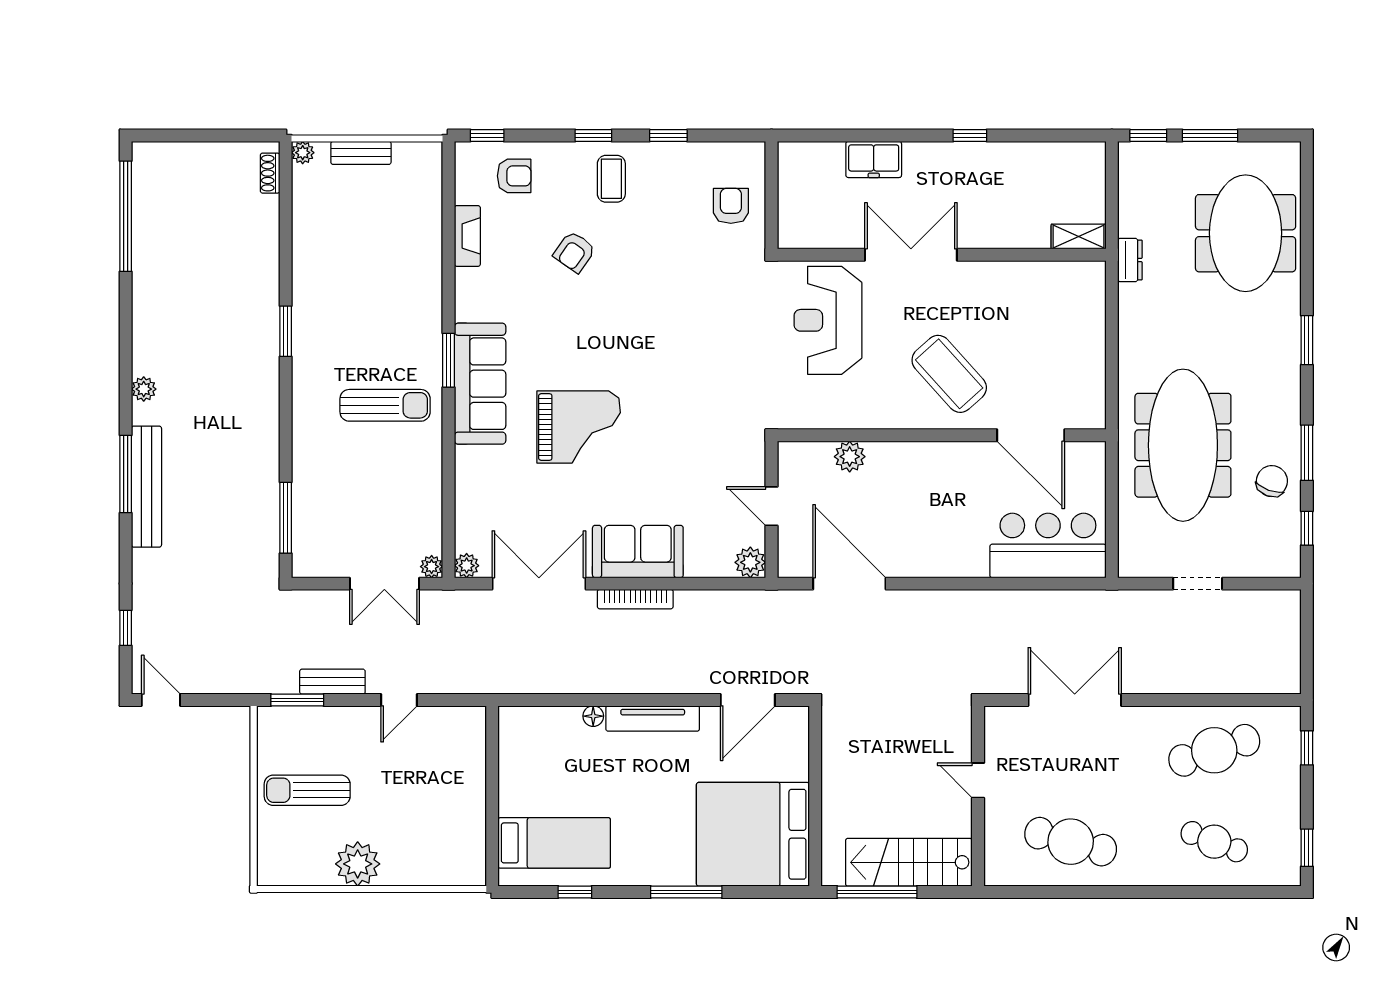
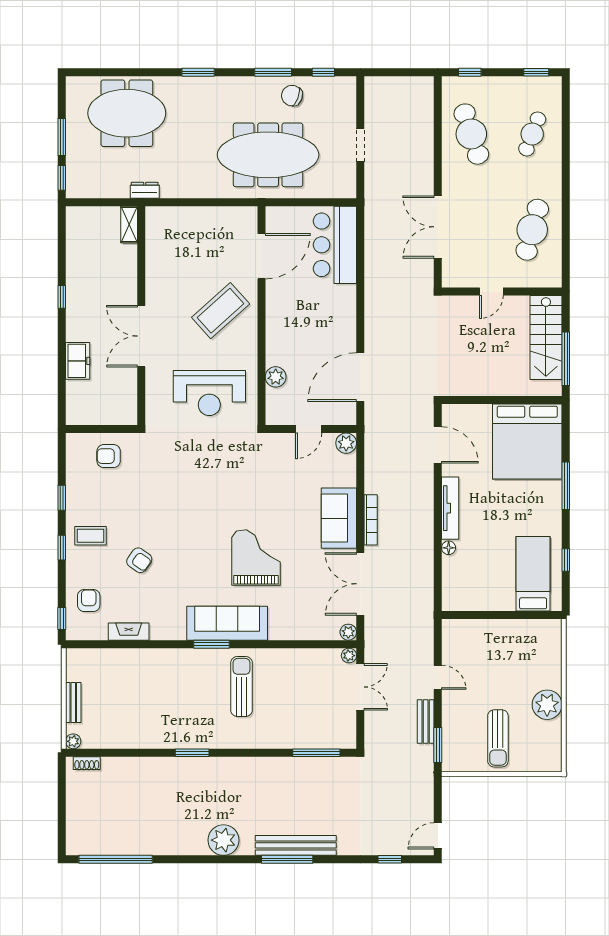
reception desk: (828, 320) -> (209, 393), moved
plant: (144, 389) -> (223, 840), width x1.88, depth x1.88

